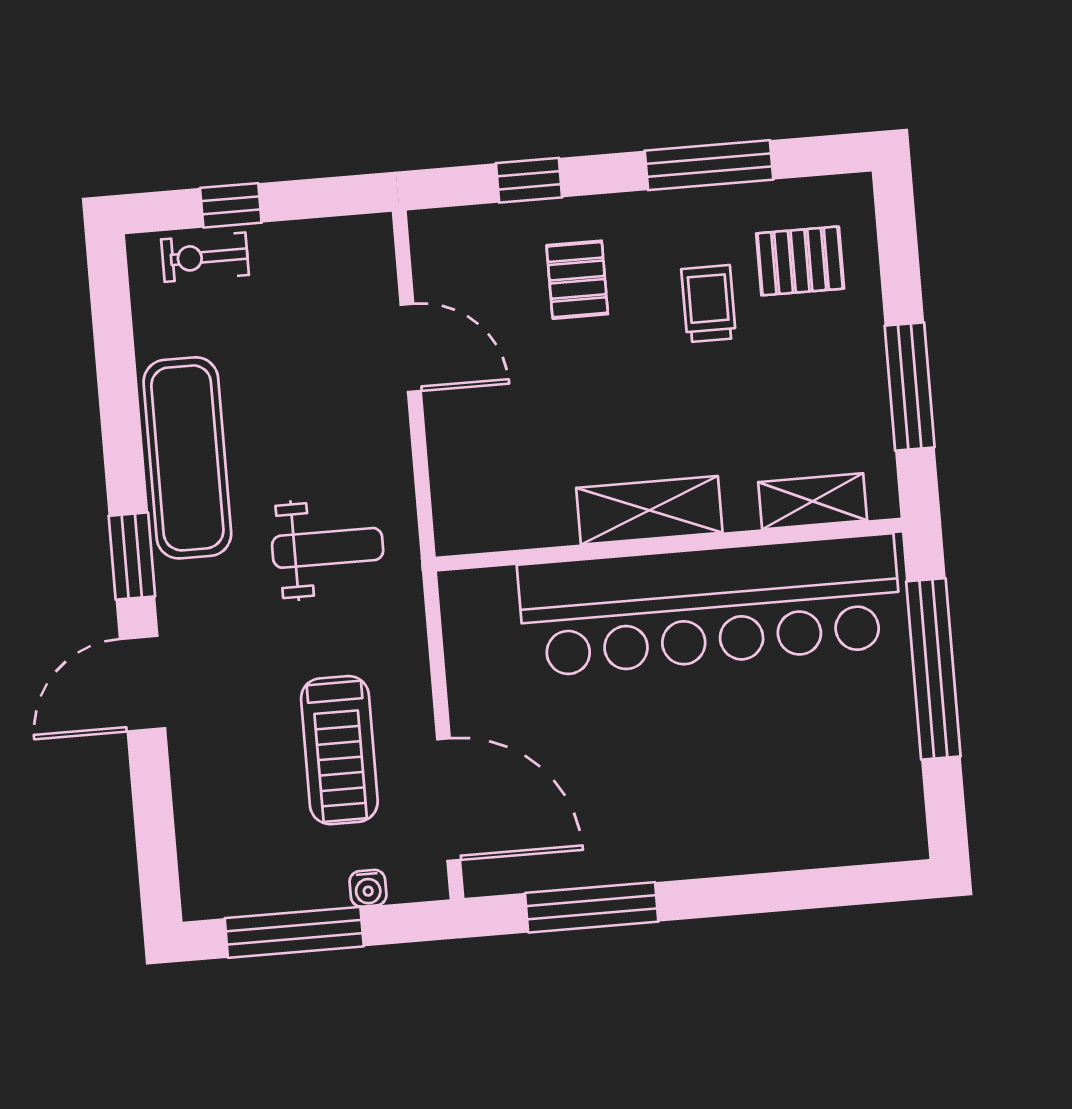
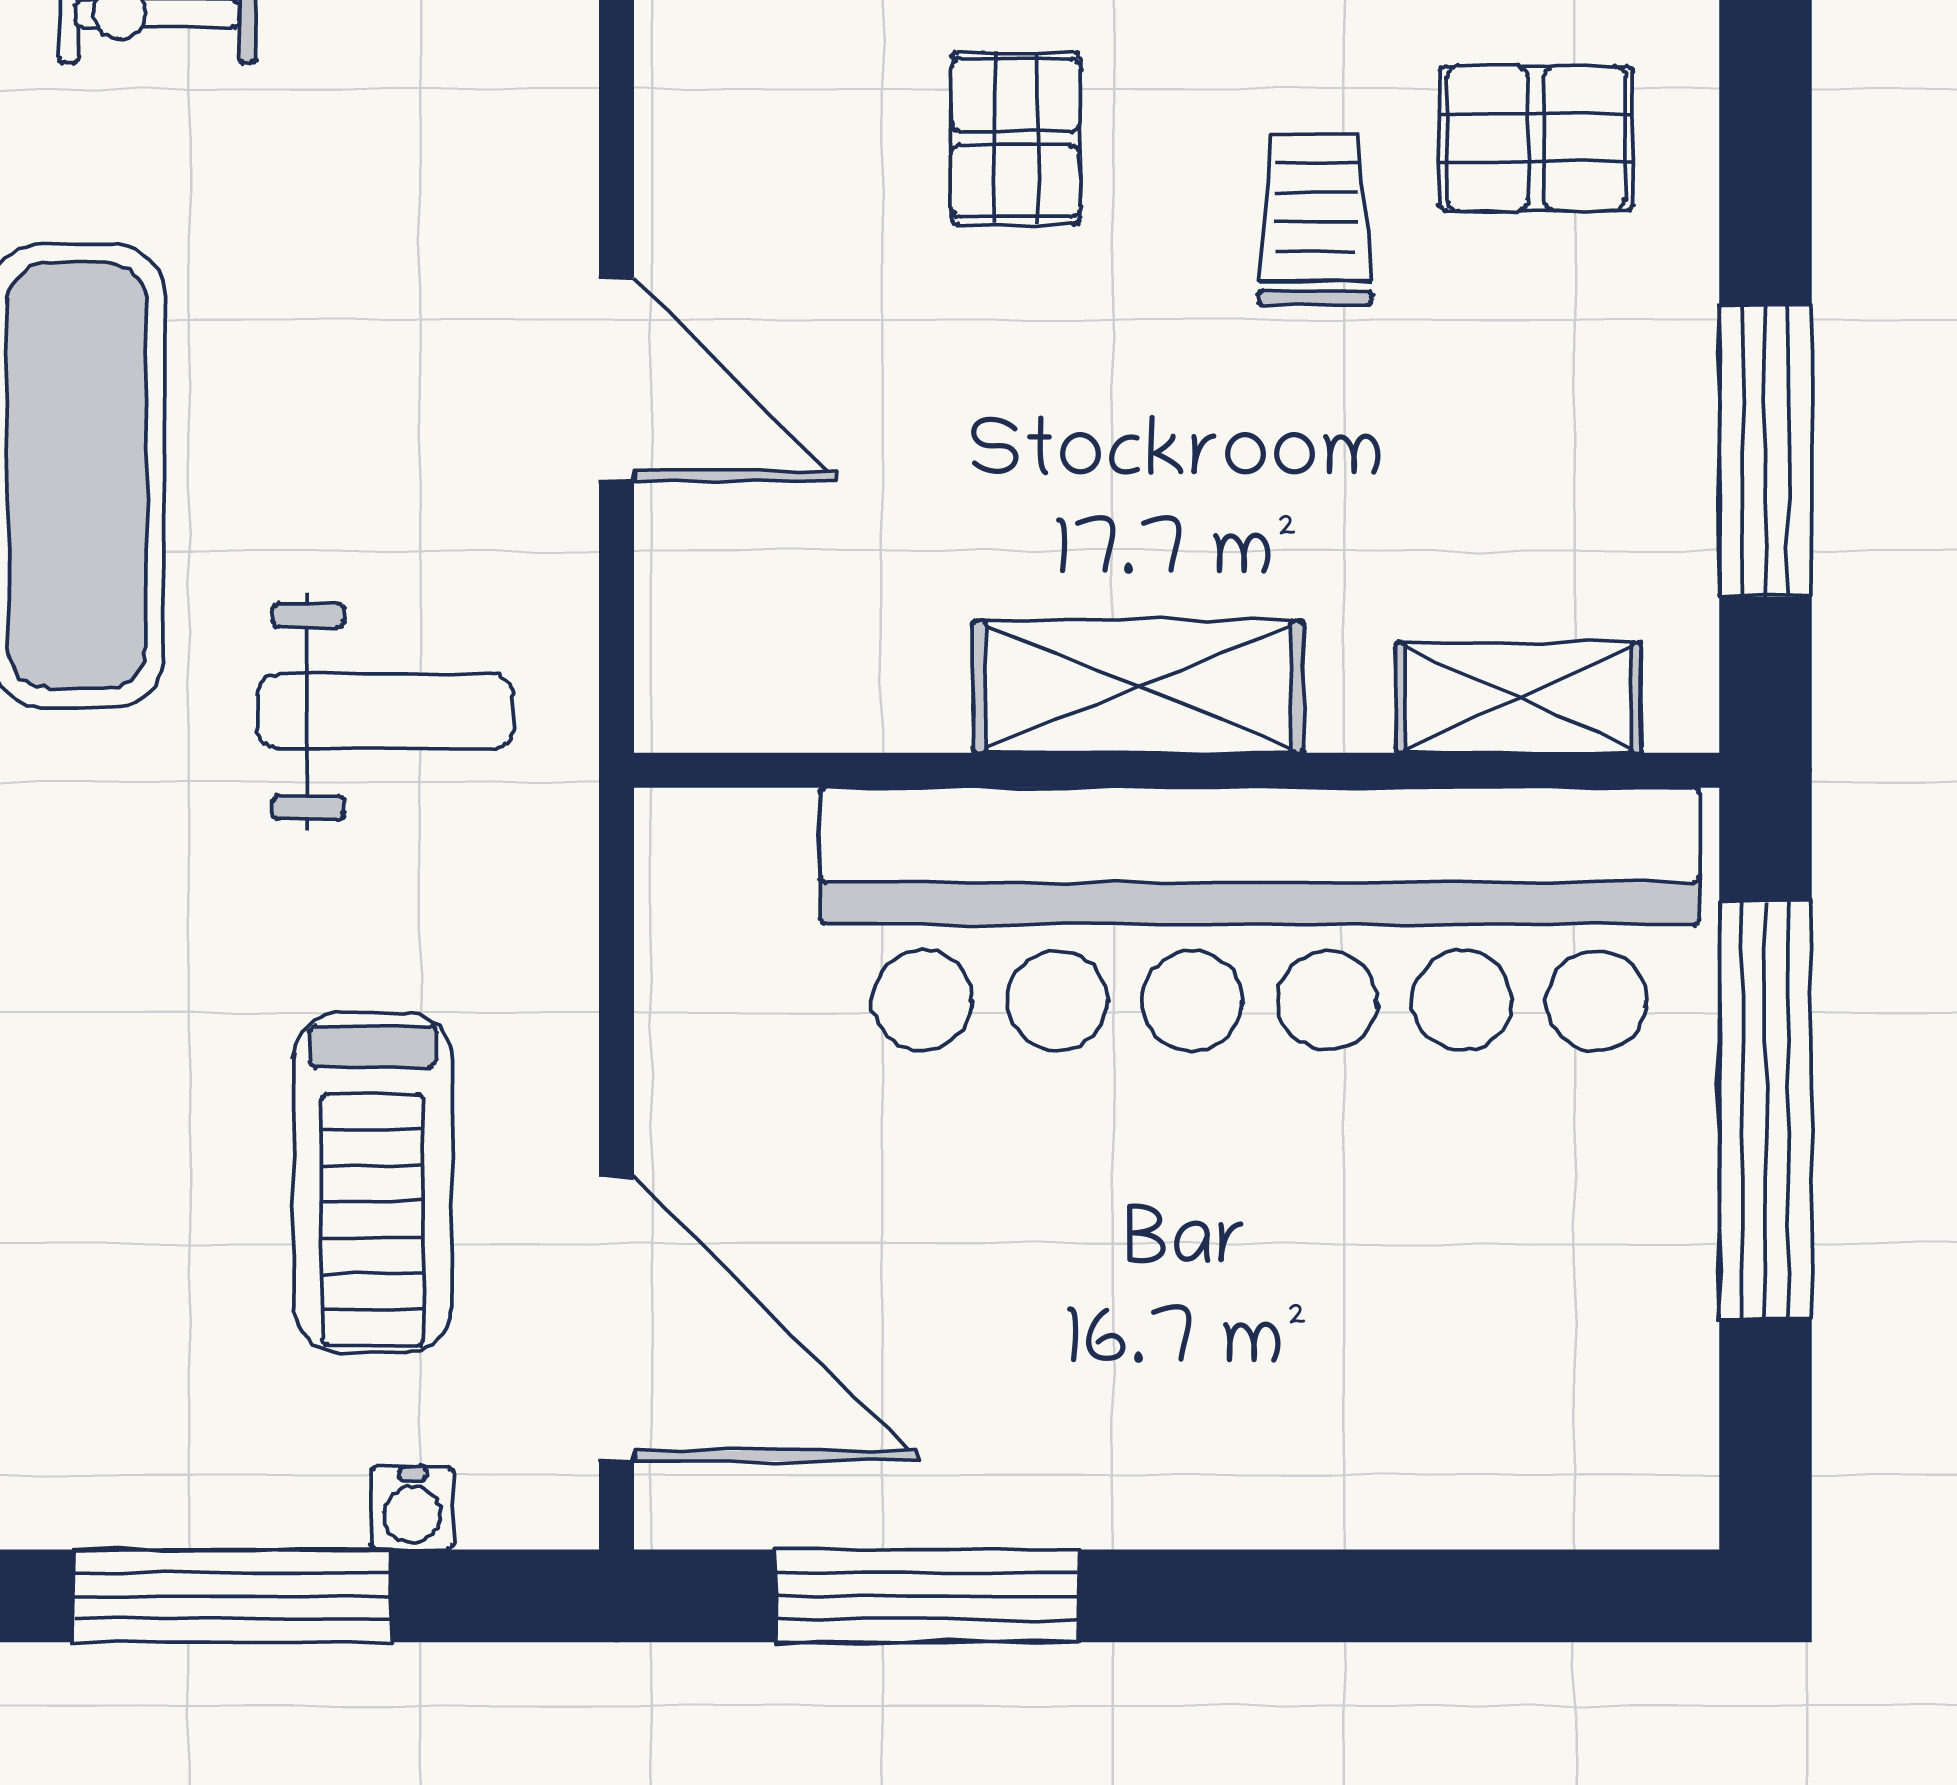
door: (411, 348) -> (617, 379), moved

